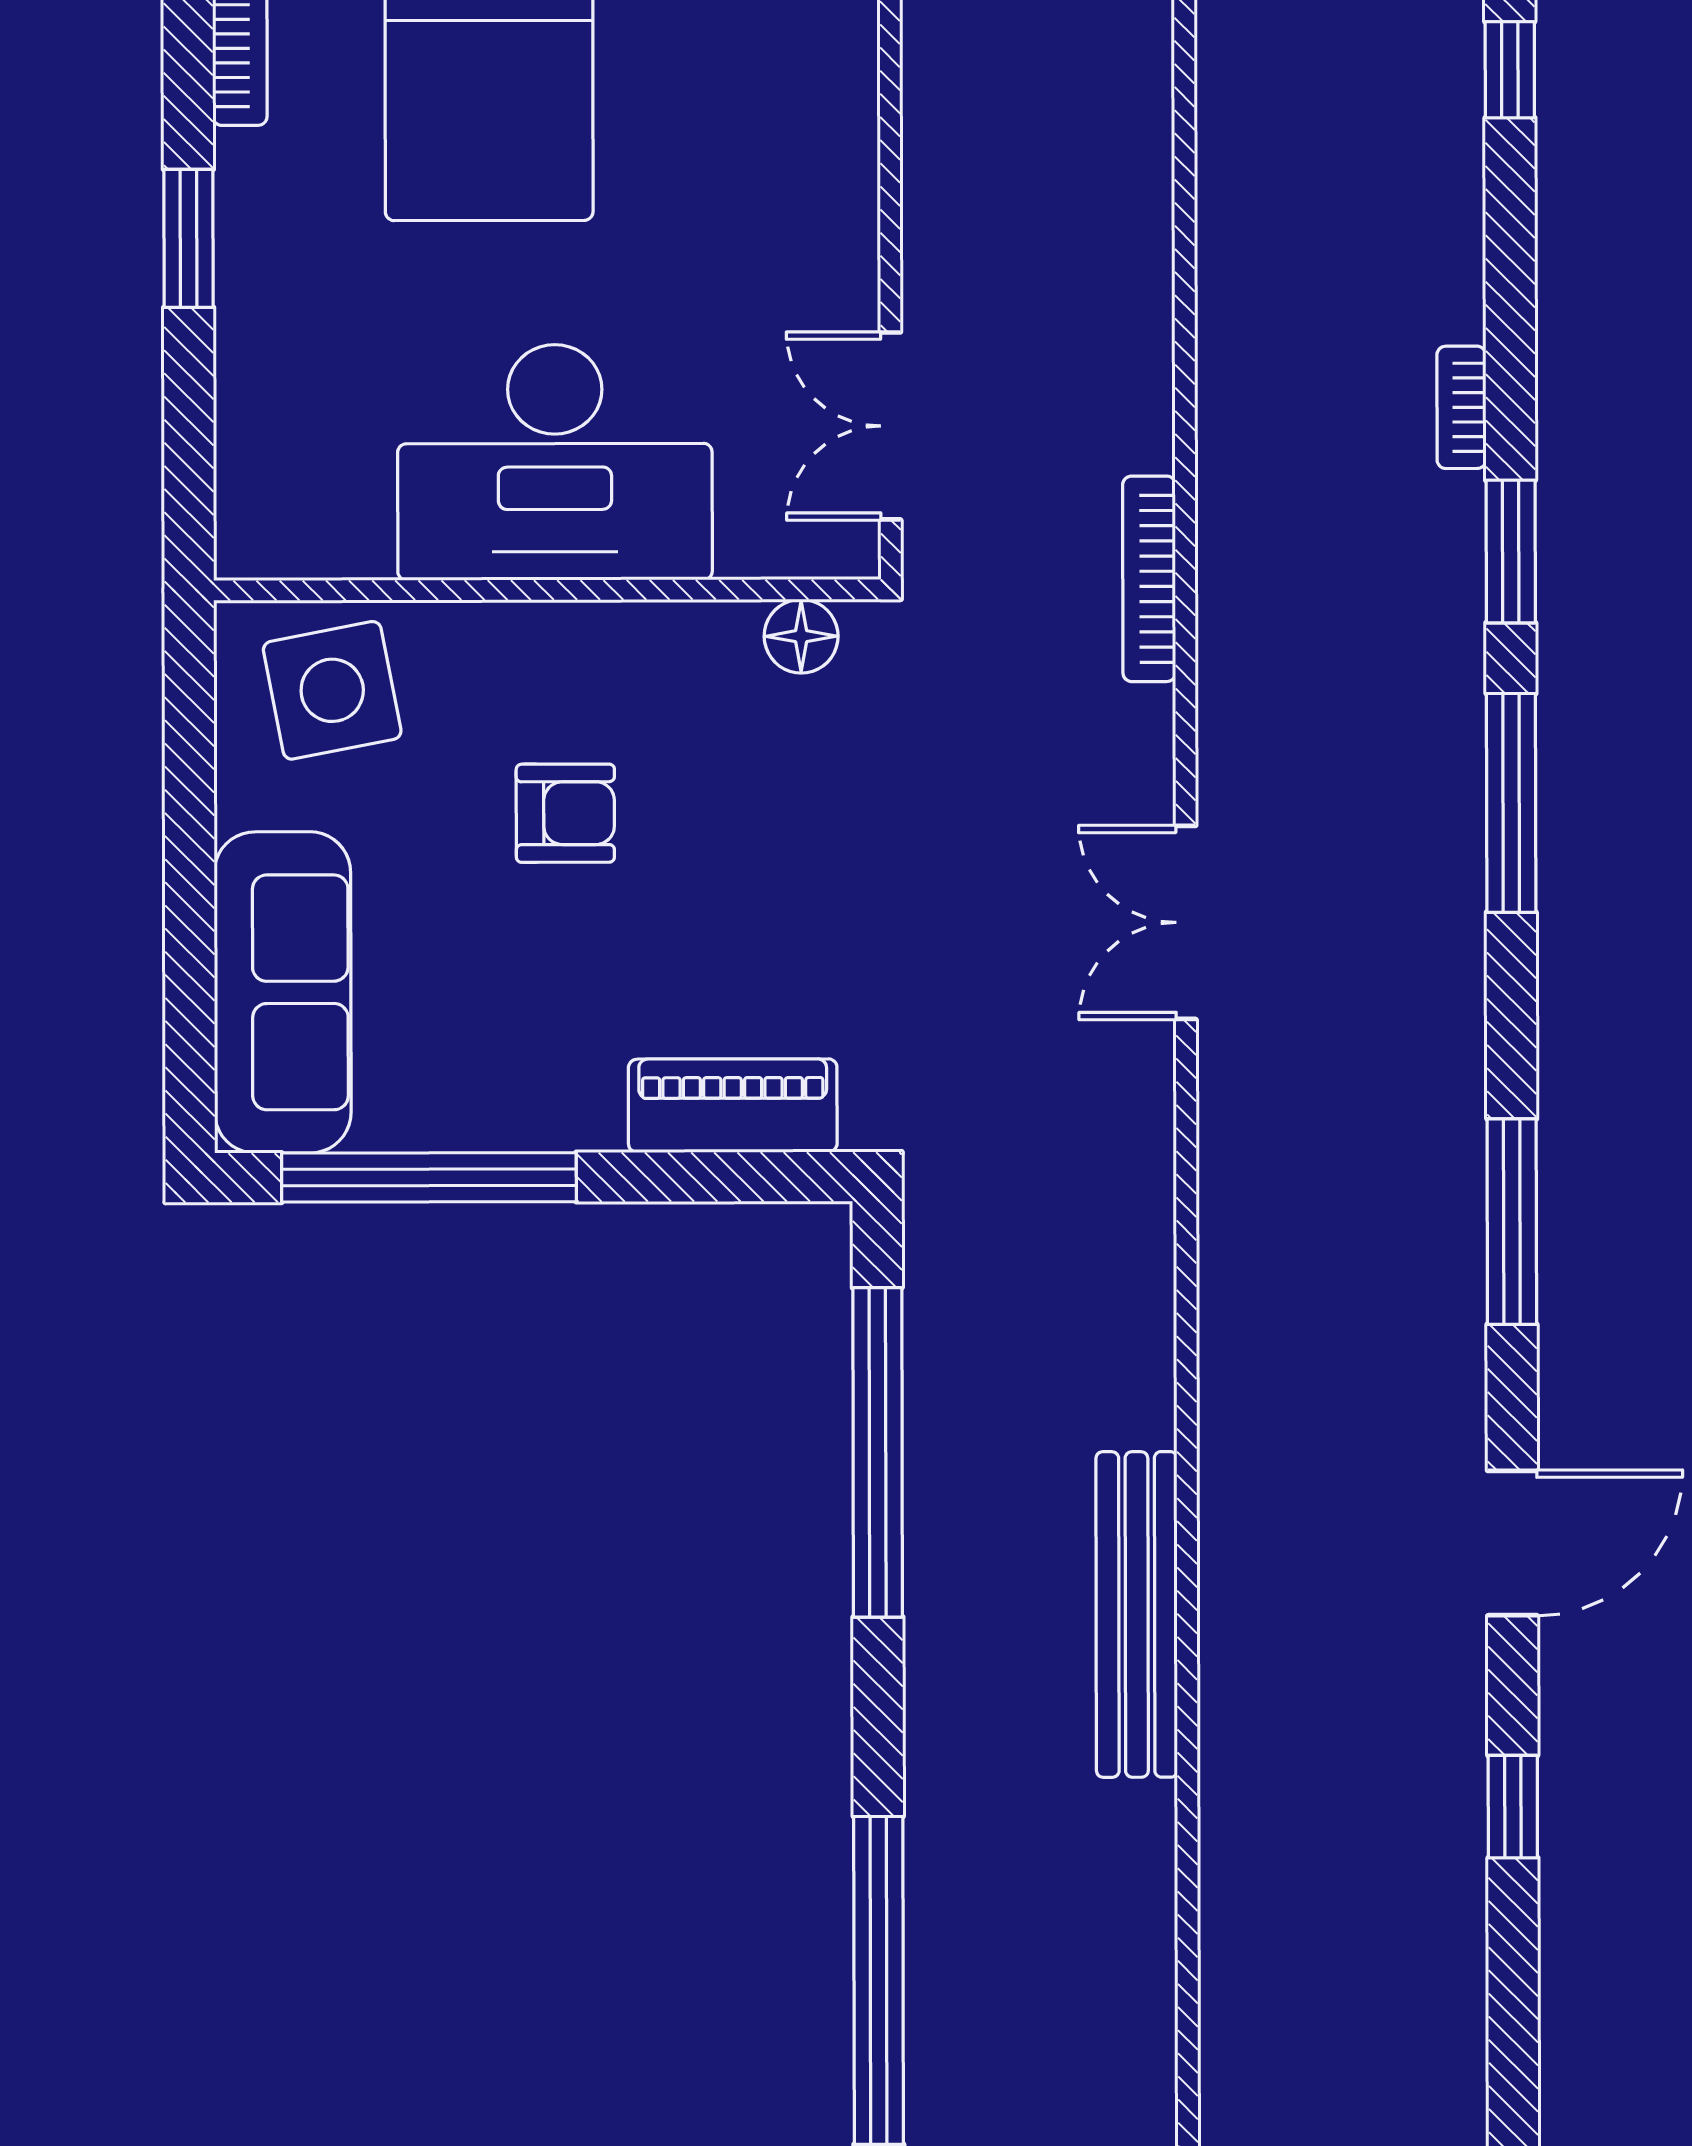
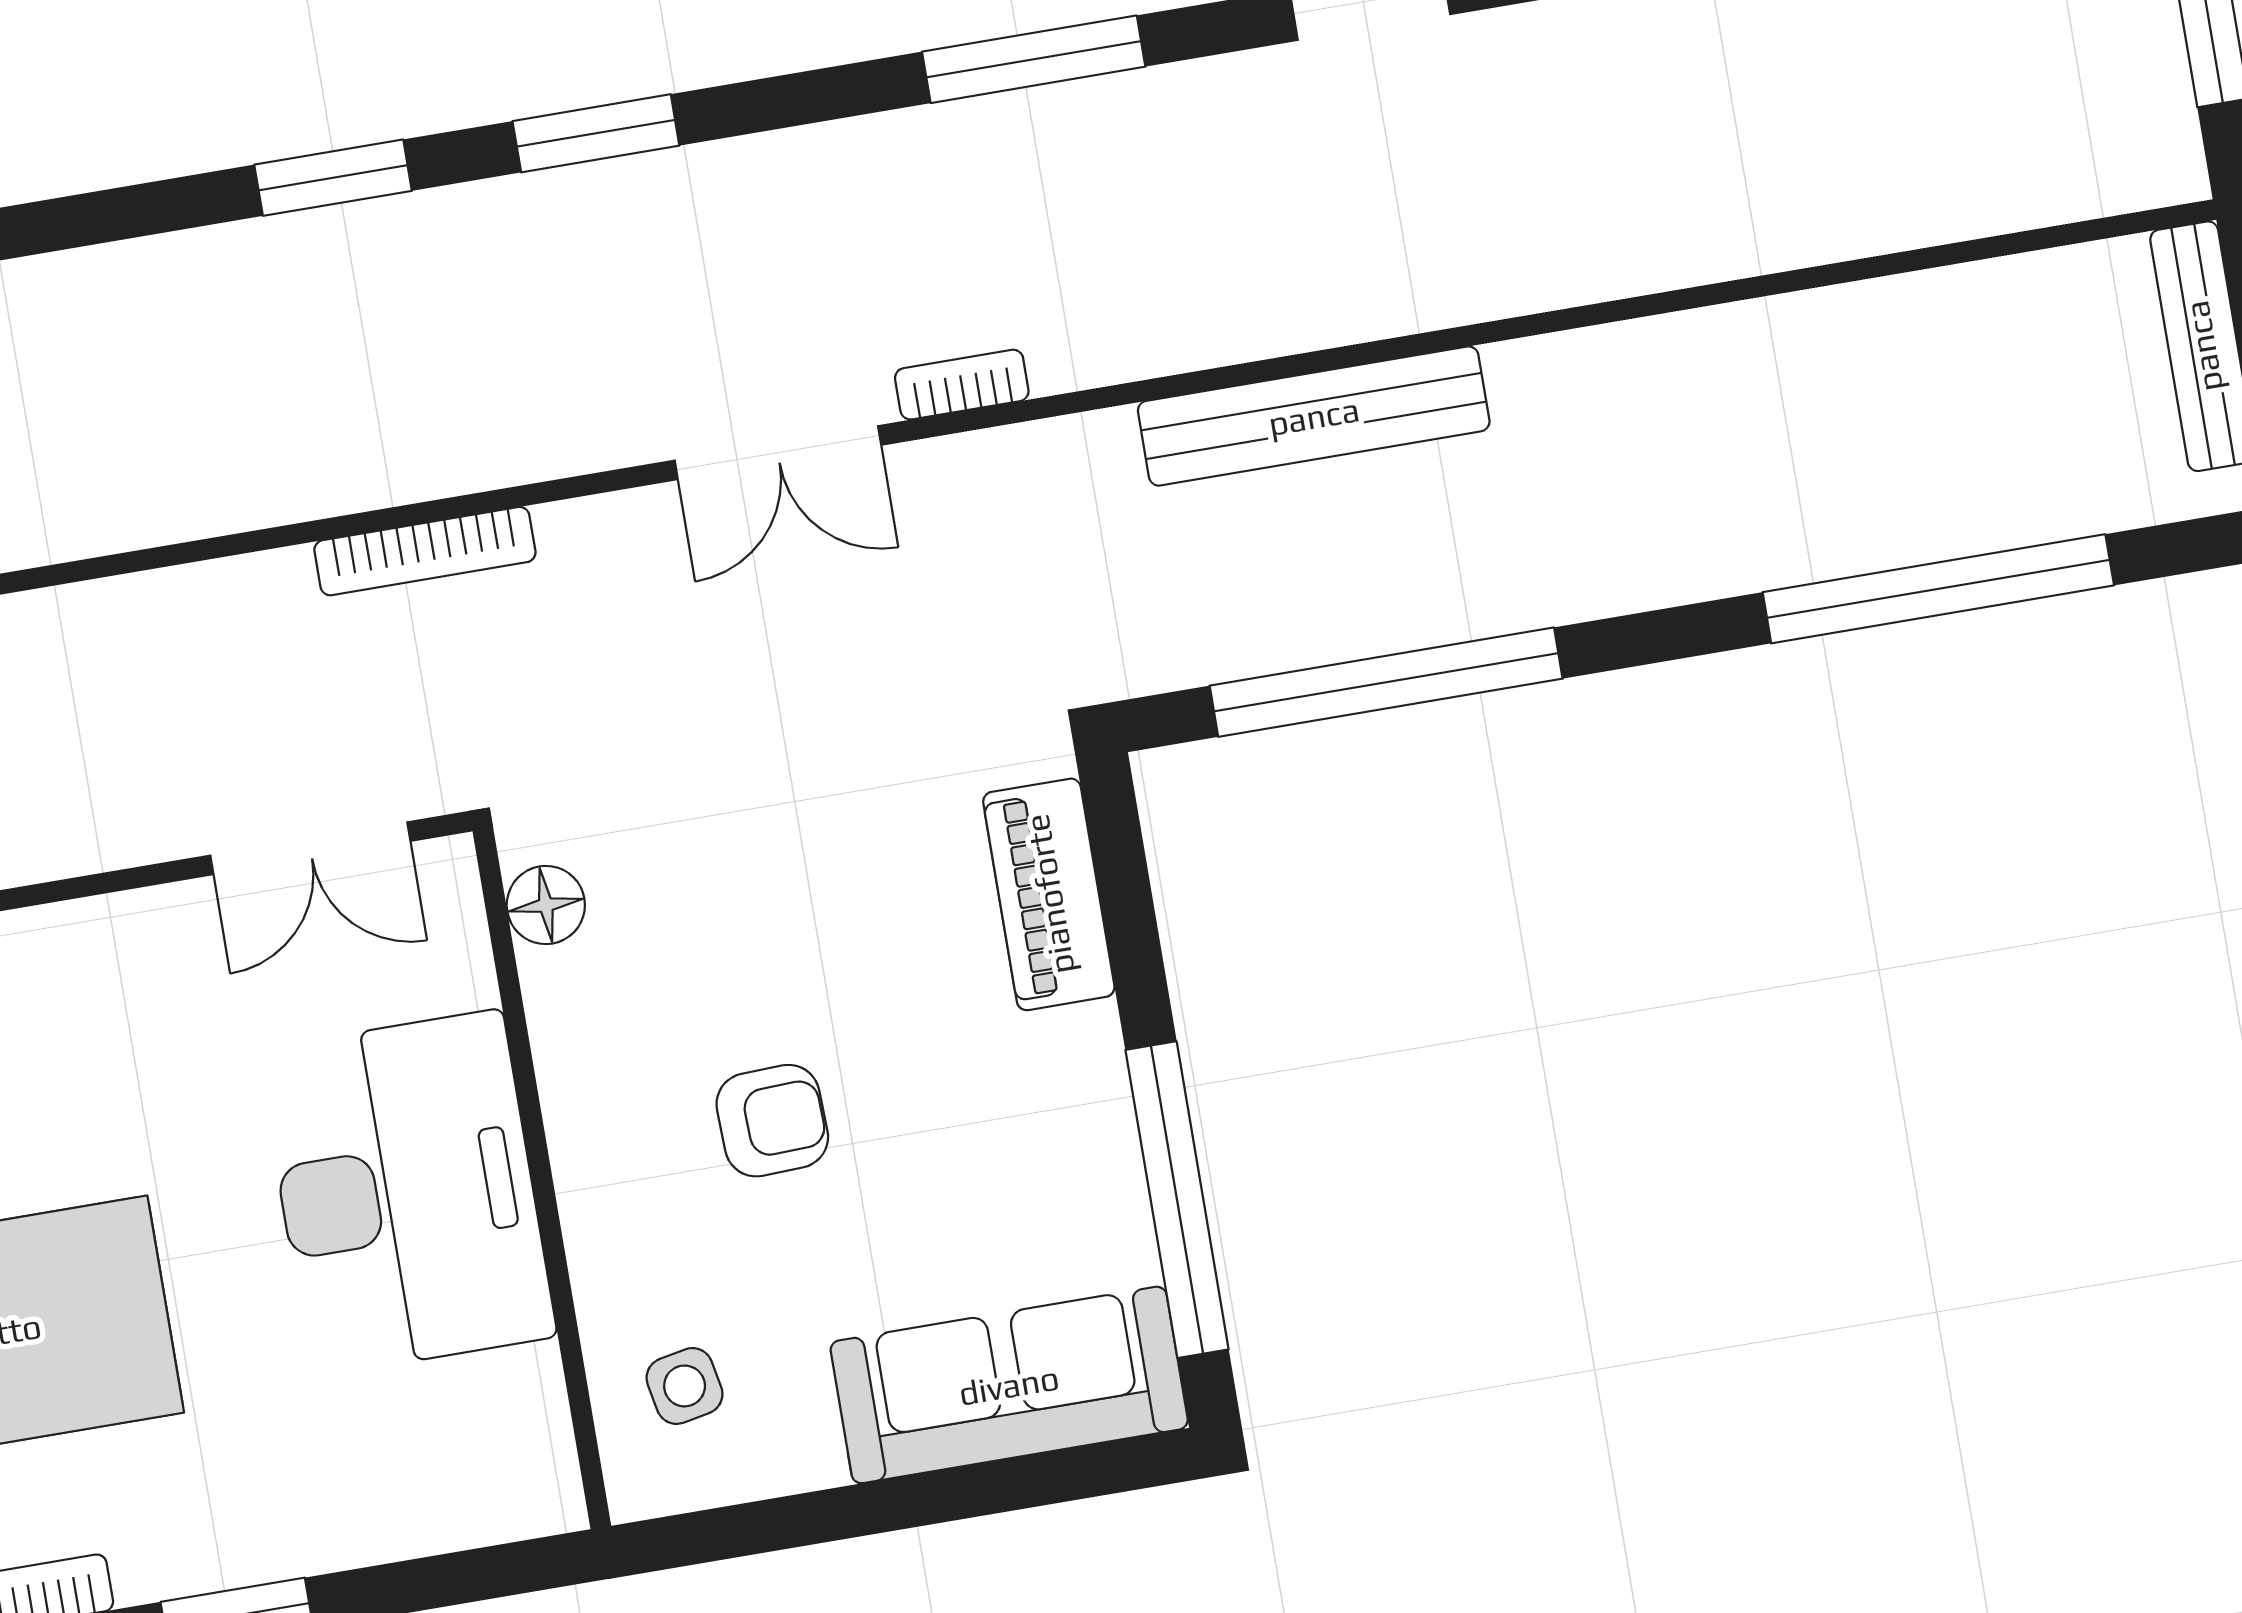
bookcase: (1461, 407) -> (962, 385), moved, turned 180
side table: (332, 690) -> (685, 1386), width x0.54, depth x0.54
window: (1511, 803) -> (596, 133), width x0.69
armchair: (565, 813) -> (772, 1121), turned 88
bench: (1137, 1614) -> (1314, 416), moved

